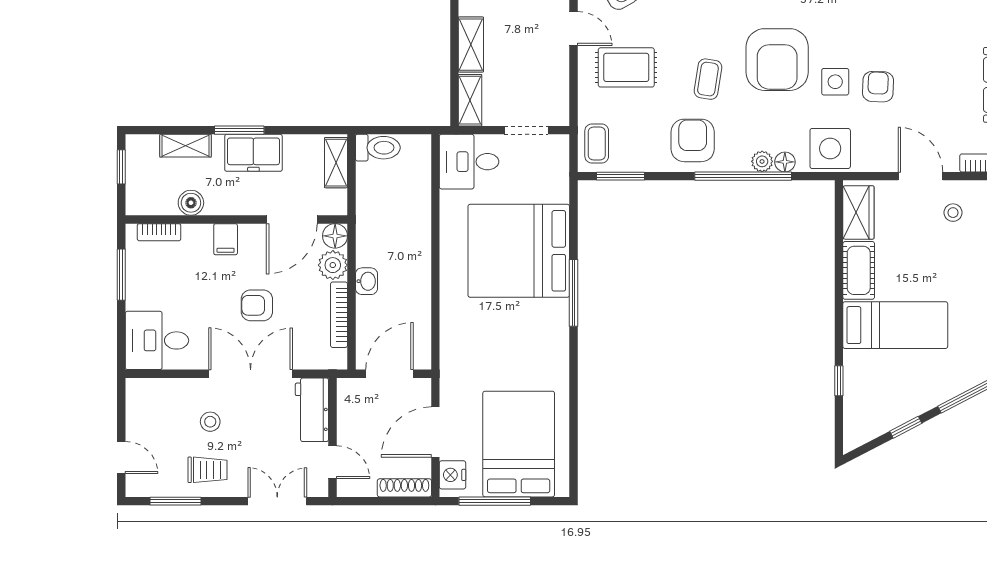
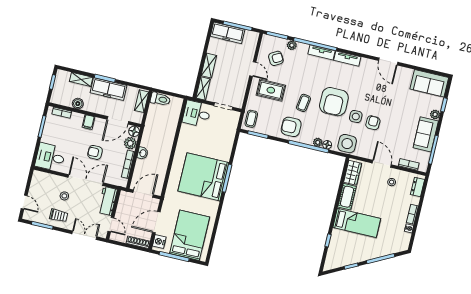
armchair: (693, 140) -> (291, 127), turned -90
freezer: (253, 153) -> (108, 89), width x1.40
bed: (519, 251) -> (203, 177), moved

